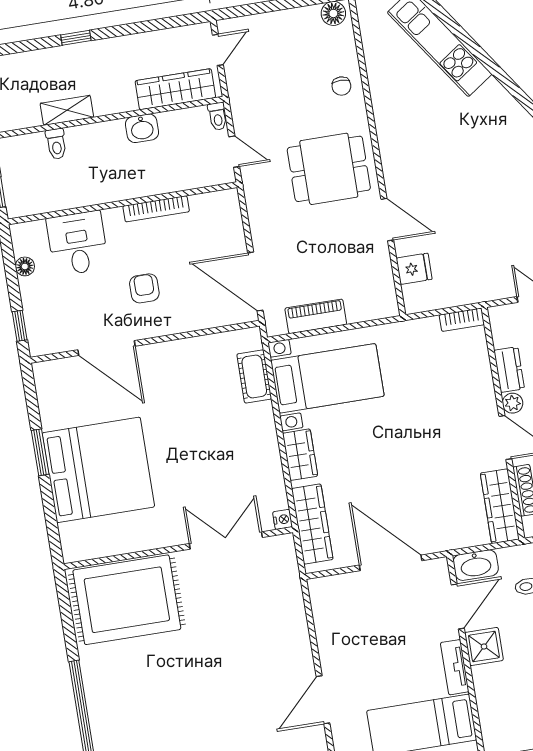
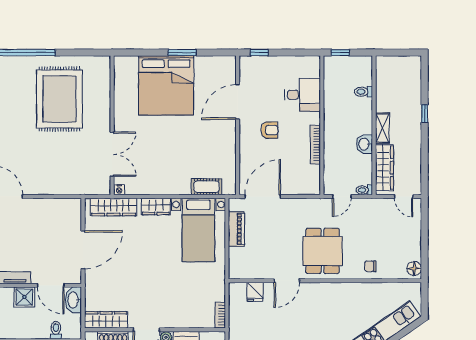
shelving: (67, 110) -> (382, 128), moved
floor lamp: (25, 266) -> (294, 61), removed
rug: (127, 600) -> (60, 99), moved

